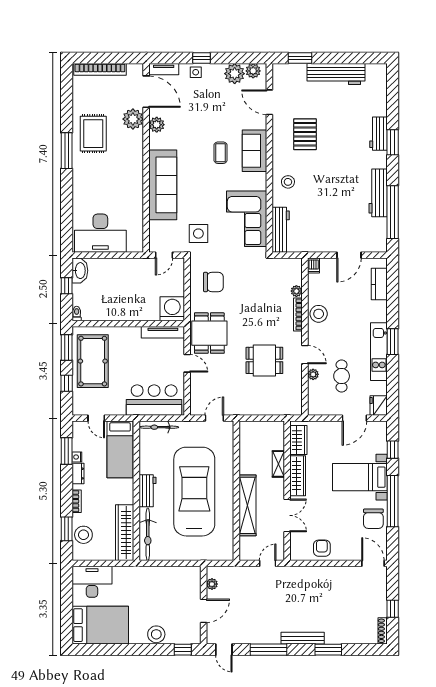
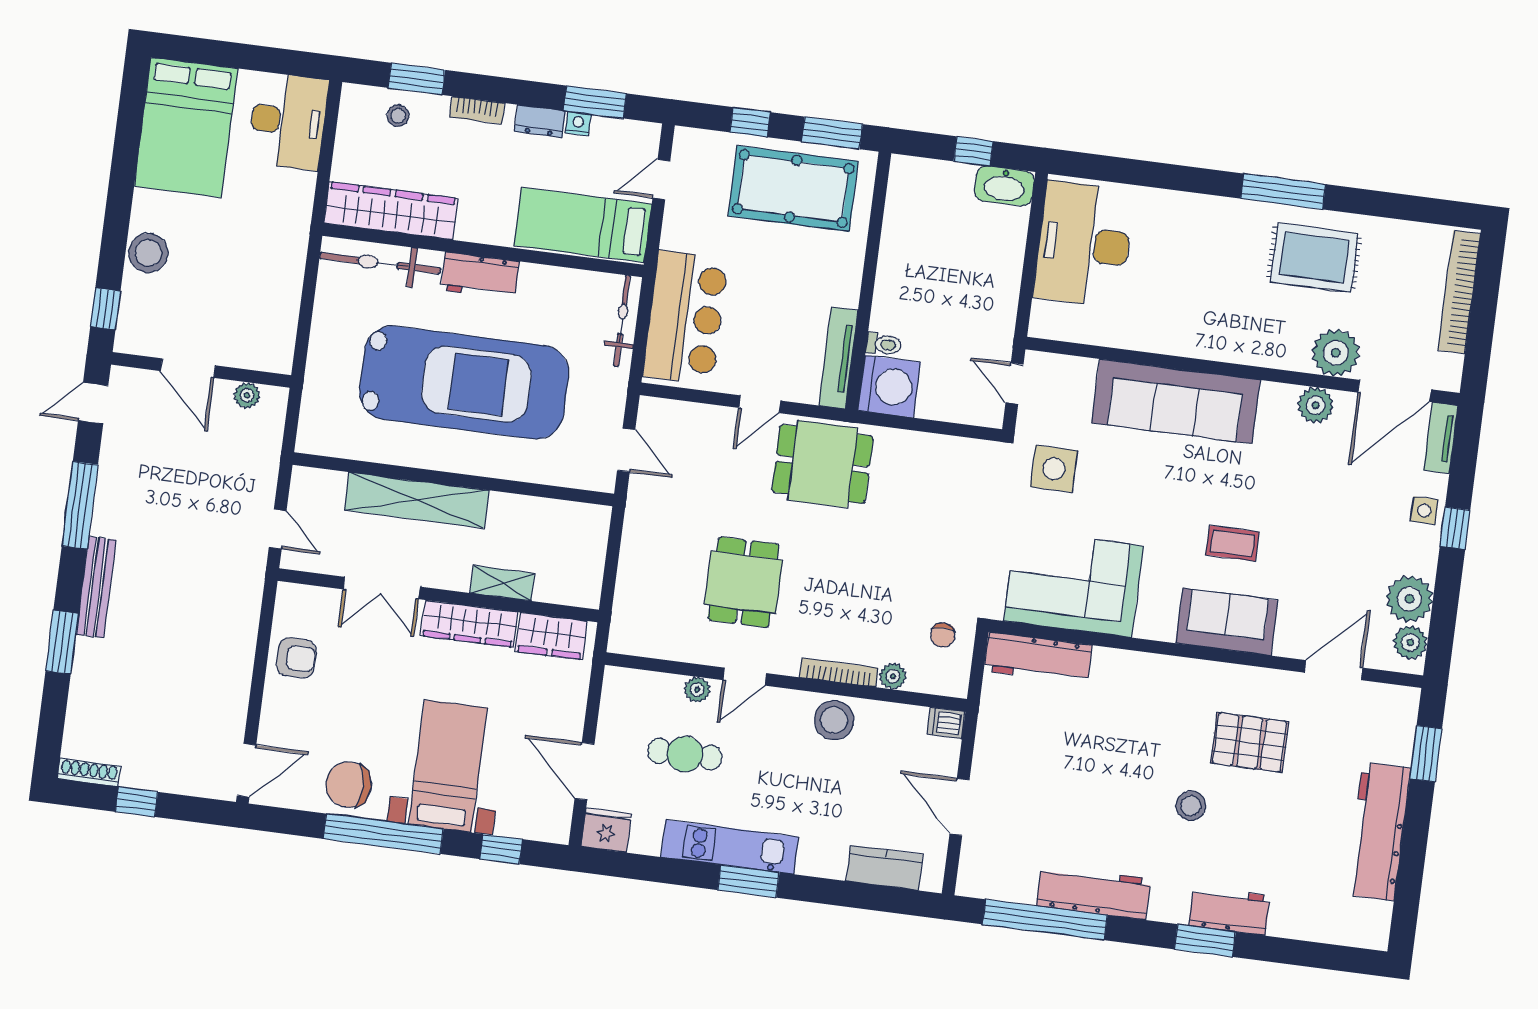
stool: (288, 182) -> (1191, 806), moved
chair: (213, 282) -> (943, 635), moved, width x0.54, depth x0.54
toilet: (77, 314) -> (884, 344), moved
stool: (83, 535) -> (398, 116), width x0.53, depth x0.53

